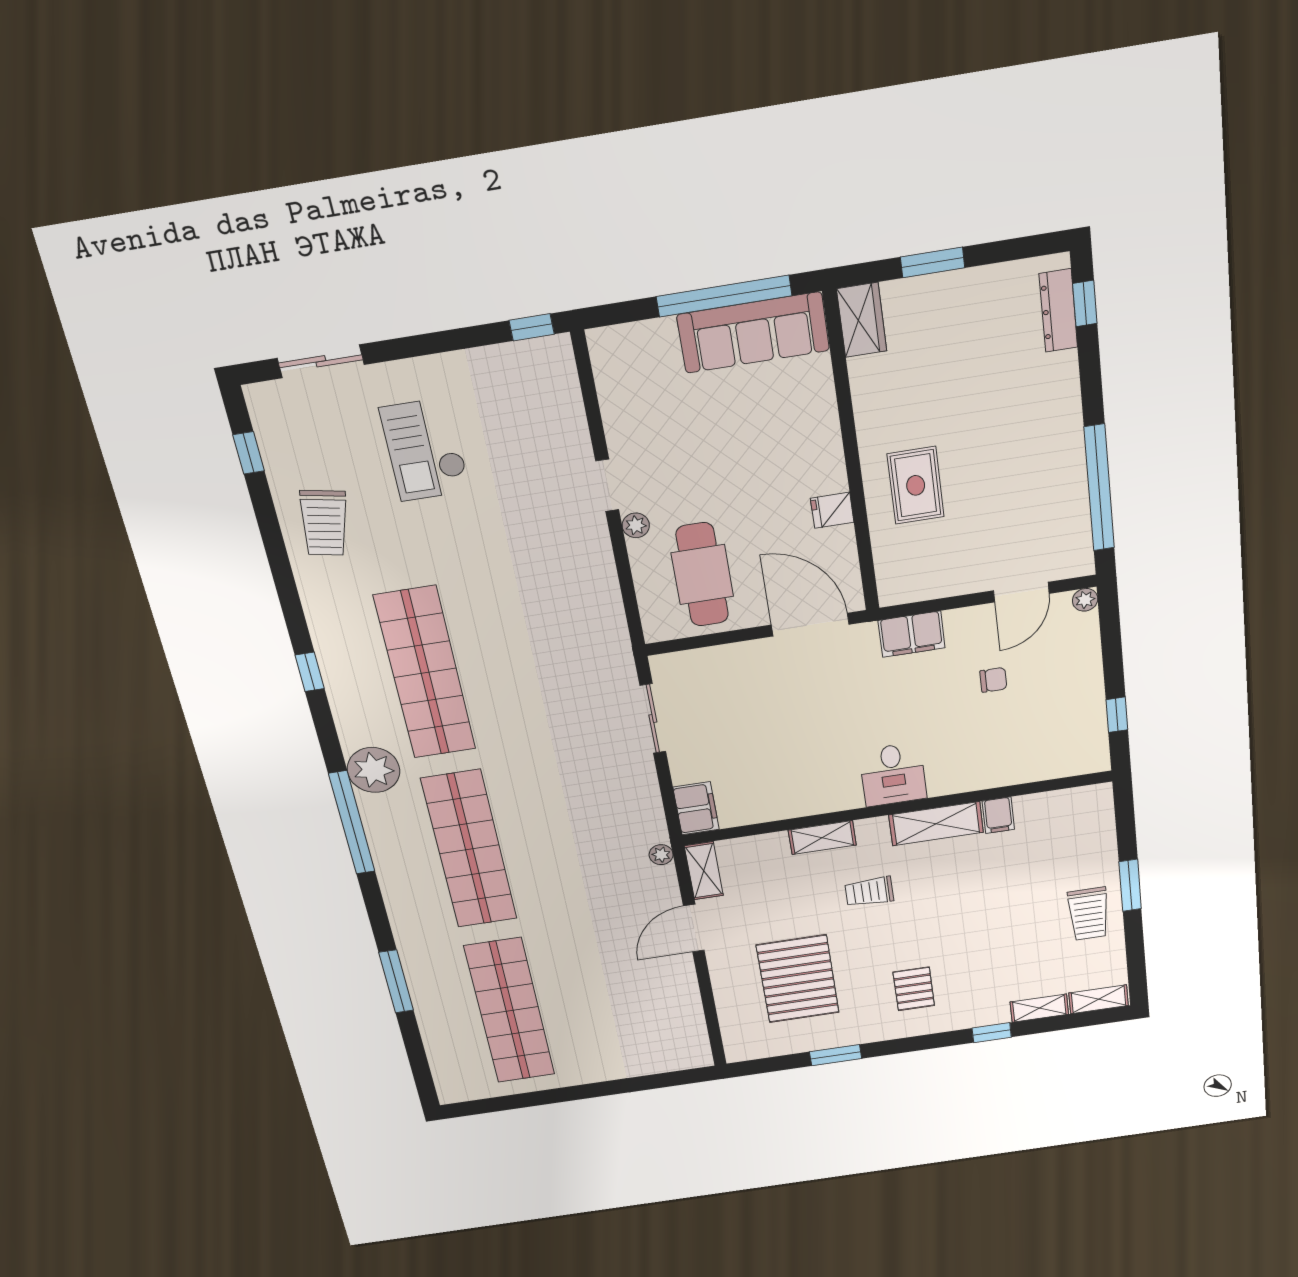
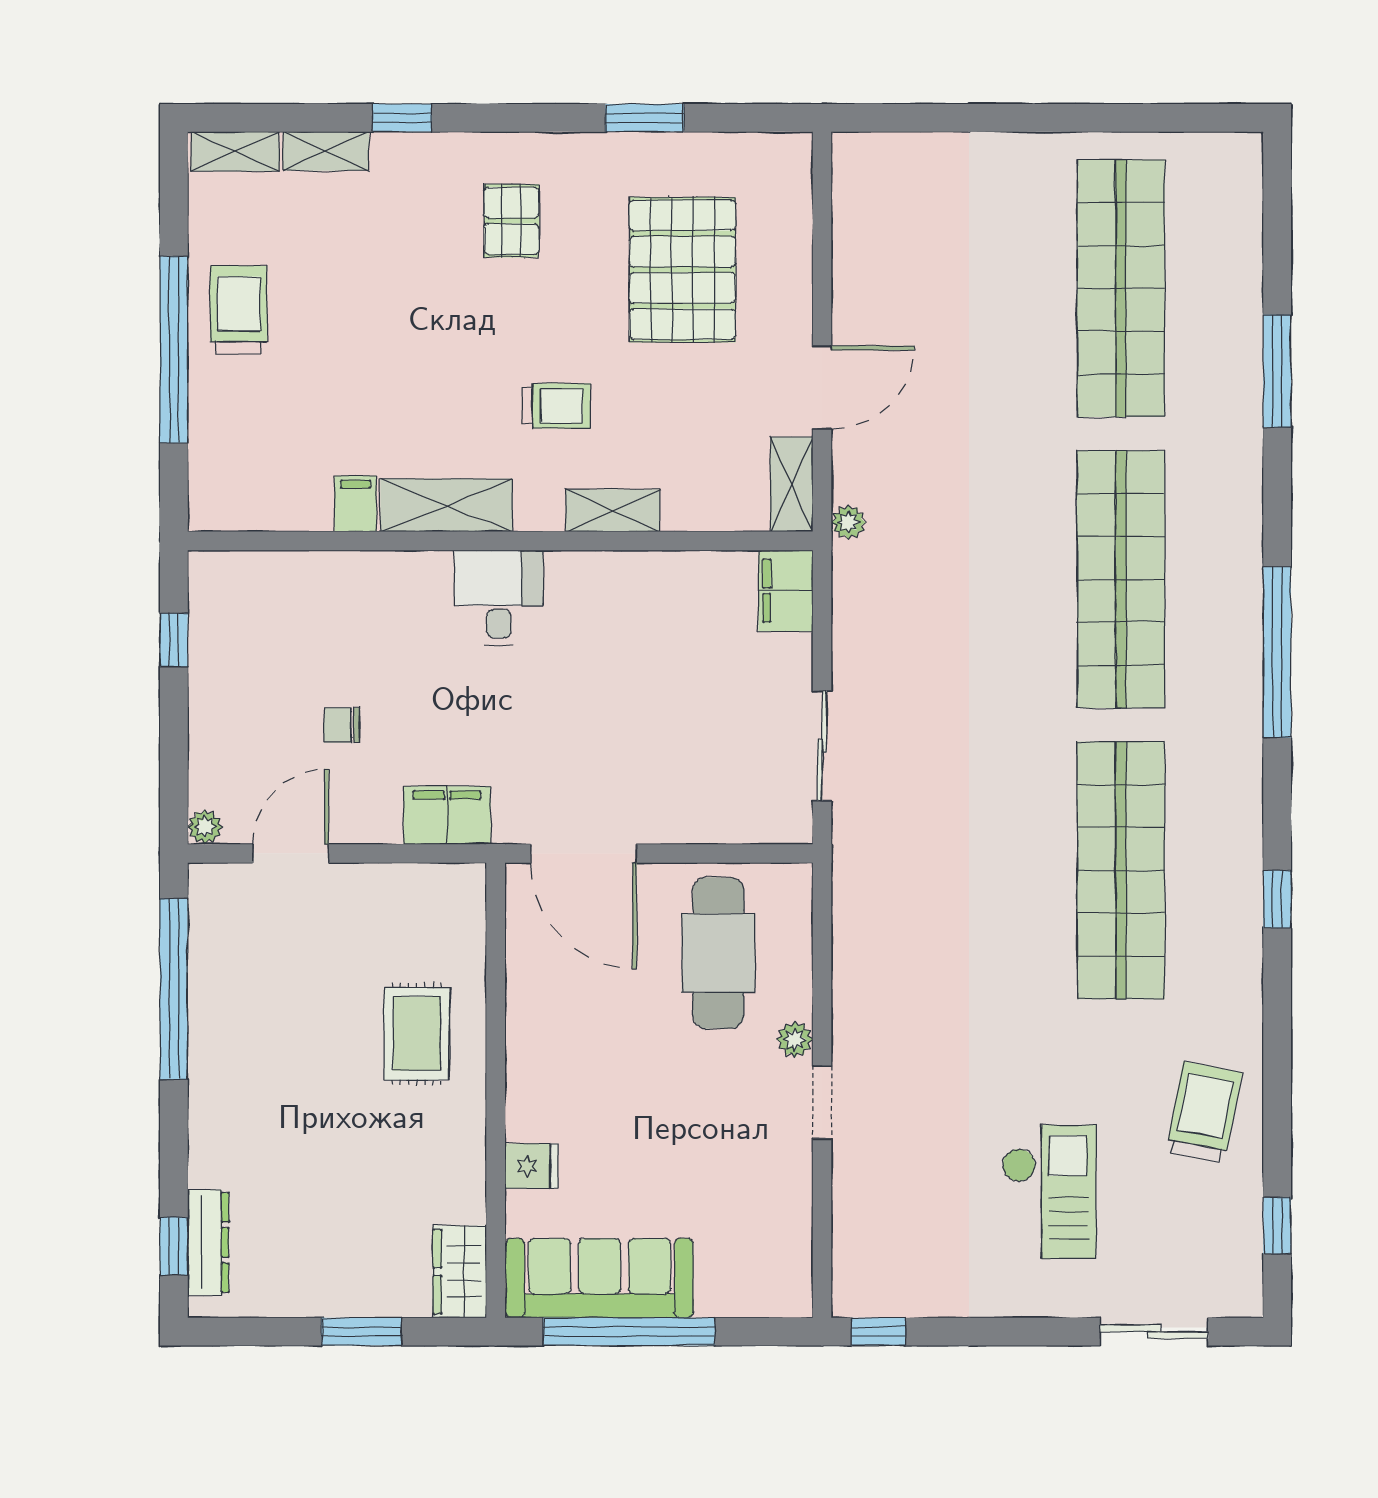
fridge: (832, 510) -> (531, 1166), moved
plant: (374, 770) -> (1227, 732), removed
window: (1130, 885) -> (174, 350), width x2.11

